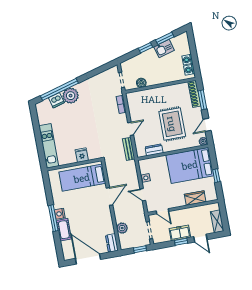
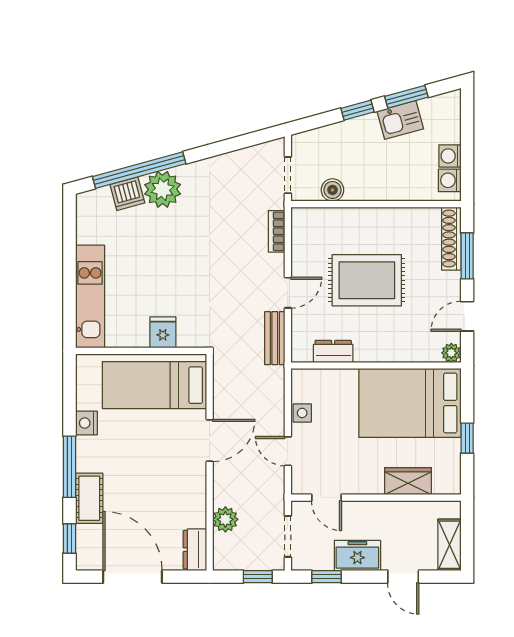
rug: (172, 124) -> (367, 280), moved, turned 90
nightstand: (60, 214) -> (86, 423), moved
window: (181, 242) -> (326, 577), moved
window: (59, 248) -> (69, 539), added

